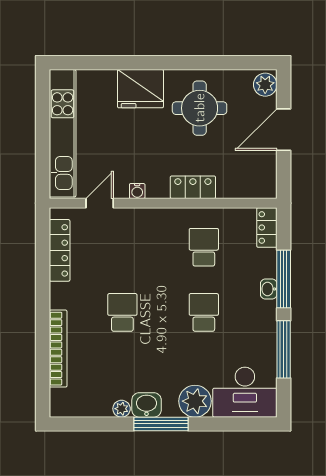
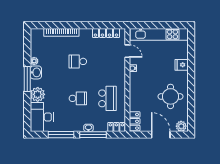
fridge: (140, 89) -> (182, 65), width x0.53, depth x0.75
locker: (193, 187) -> (135, 121), moved
school desk: (204, 247) -> (107, 98), width x1.85
school desk: (122, 312) -> (78, 61), turned 180

